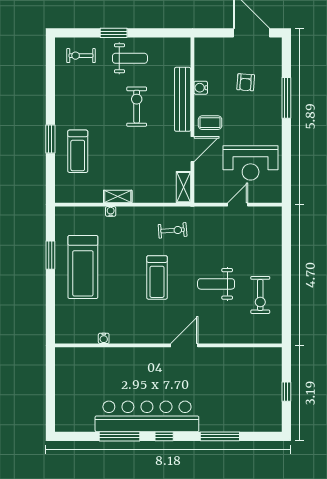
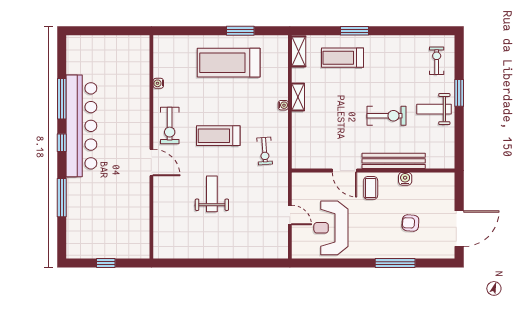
weight bench: (130, 58) -> (434, 109), turned 90
shelving: (183, 187) -> (299, 51), moved, turned 90
water cooler: (111, 211) -> (283, 105), moved
exercise bike: (260, 295) -> (170, 125), moved, turned -90

